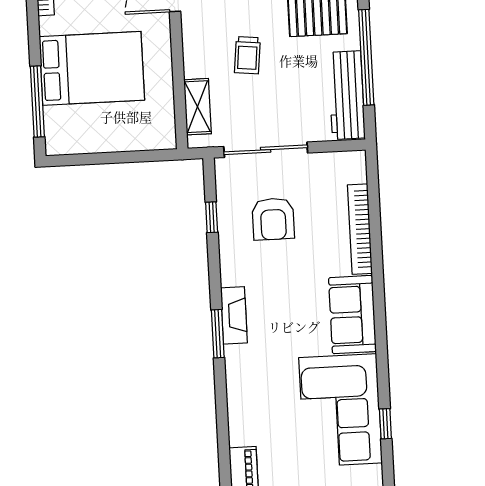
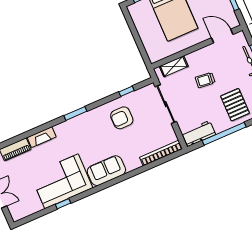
workbench: (347, 95) -> (199, 134), width x0.73
armchair: (273, 219) -> (122, 118), moved
bookcase: (360, 229) -> (161, 153), moved
fireplace: (234, 315) -> (42, 137), moved

